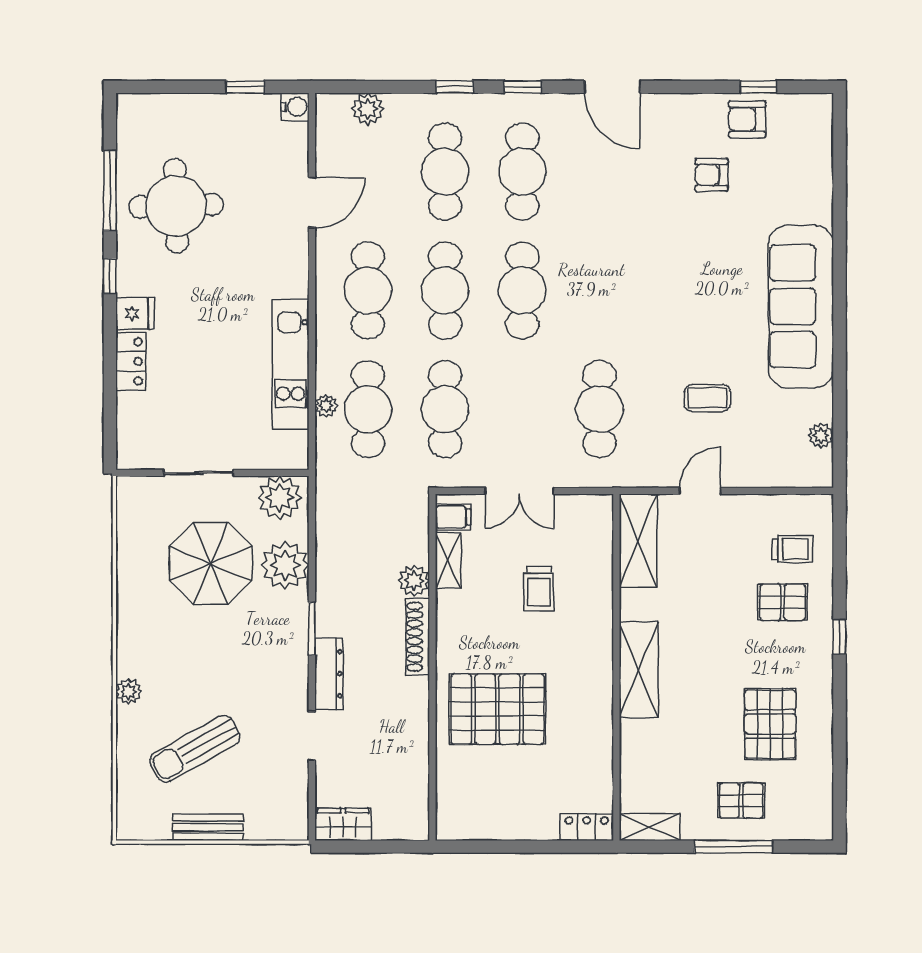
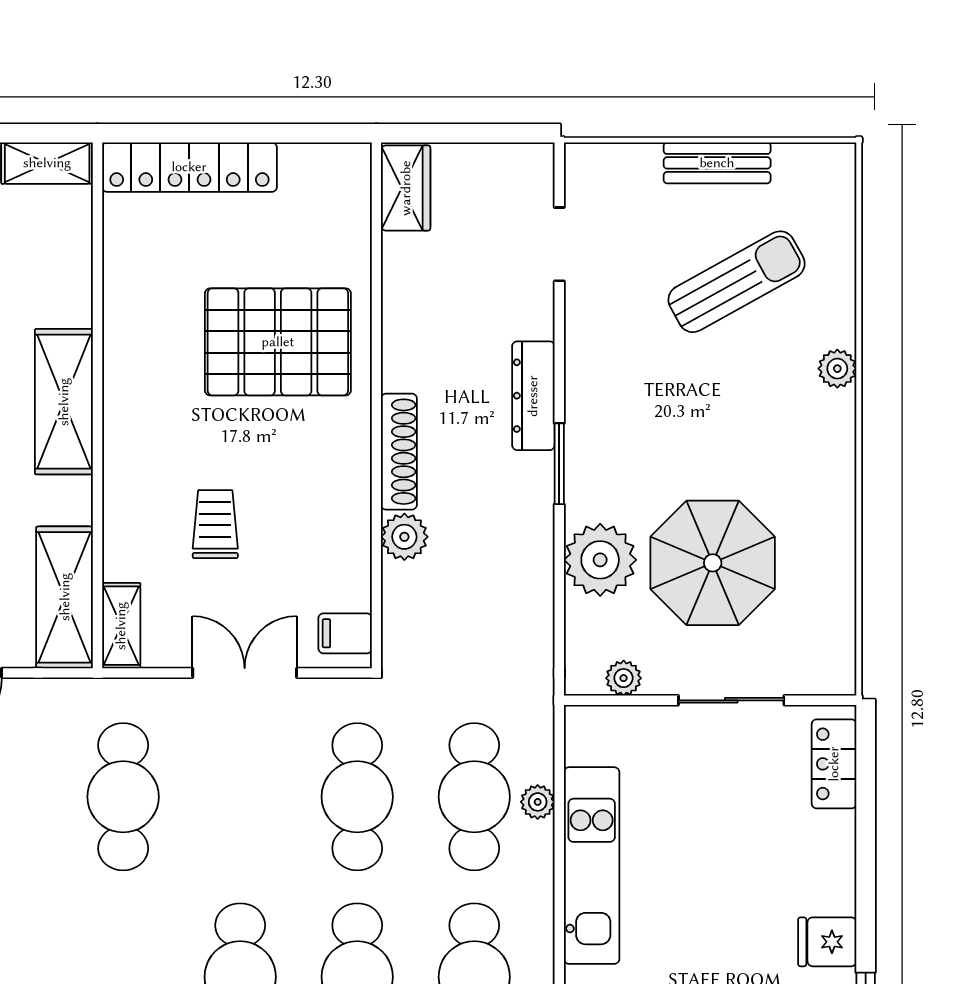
locker: (131, 361) -> (834, 764), moved
plant: (280, 498) -> (624, 678), width x0.53, depth x0.53
shelving: (448, 561) -> (121, 626), moved
doorway: (312, 736) -> (559, 244), moved
wardrobe: (343, 824) -> (406, 188), moved, turned -90
locker: (587, 827) -> (189, 167), width x2.16, depth x1.21

